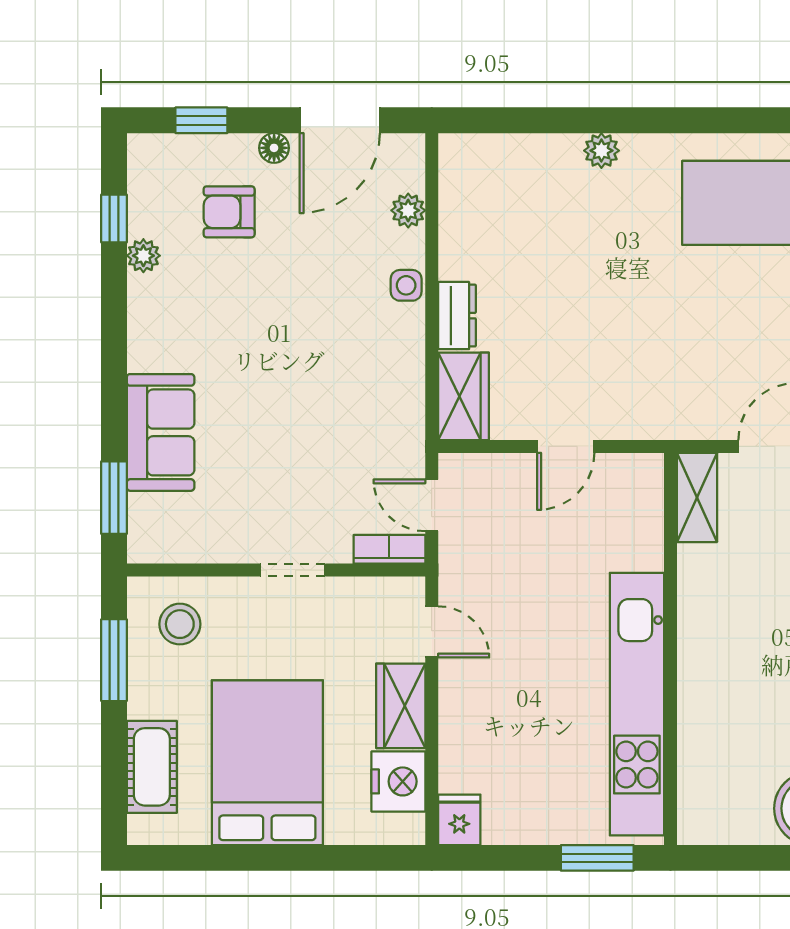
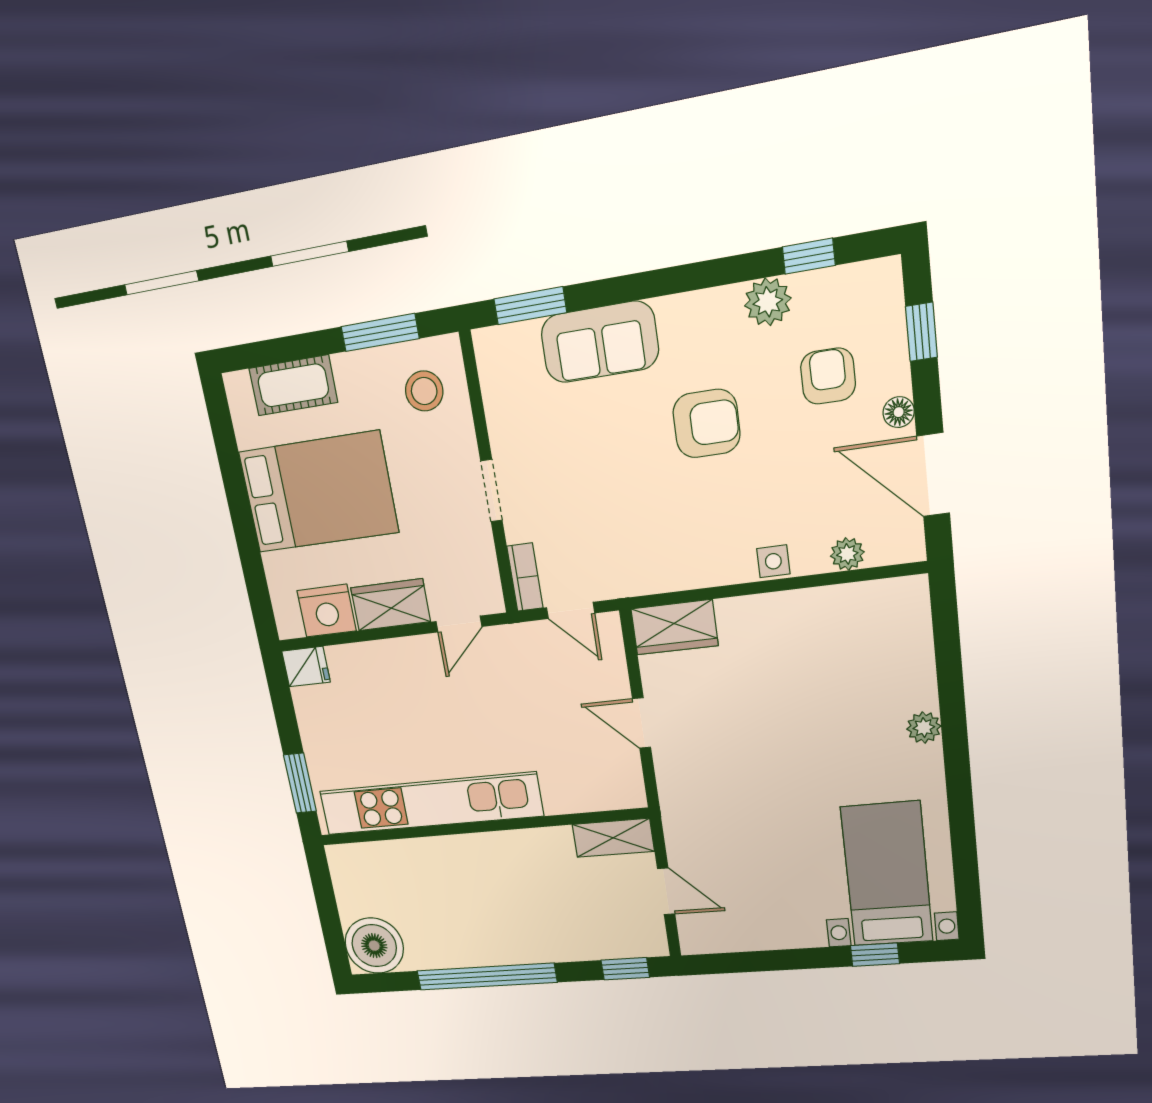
plant: (143, 256) -> (768, 302), width x1.38, depth x1.38
dresser: (457, 316) -> (750, 612), removed
armchair: (257, 336) -> (706, 423), added
door: (432, 505) -> (571, 610), swing flipped

